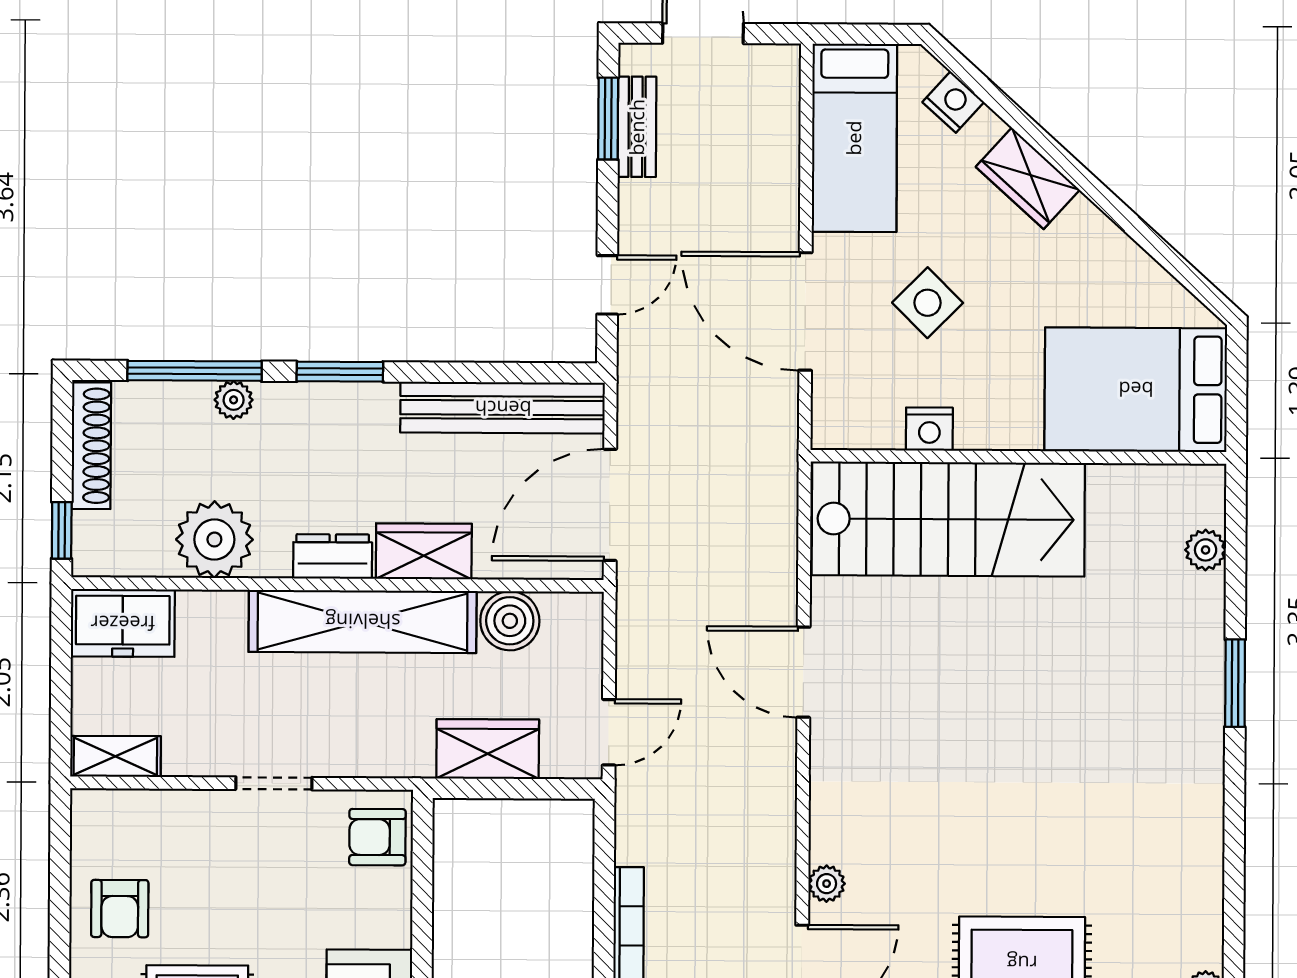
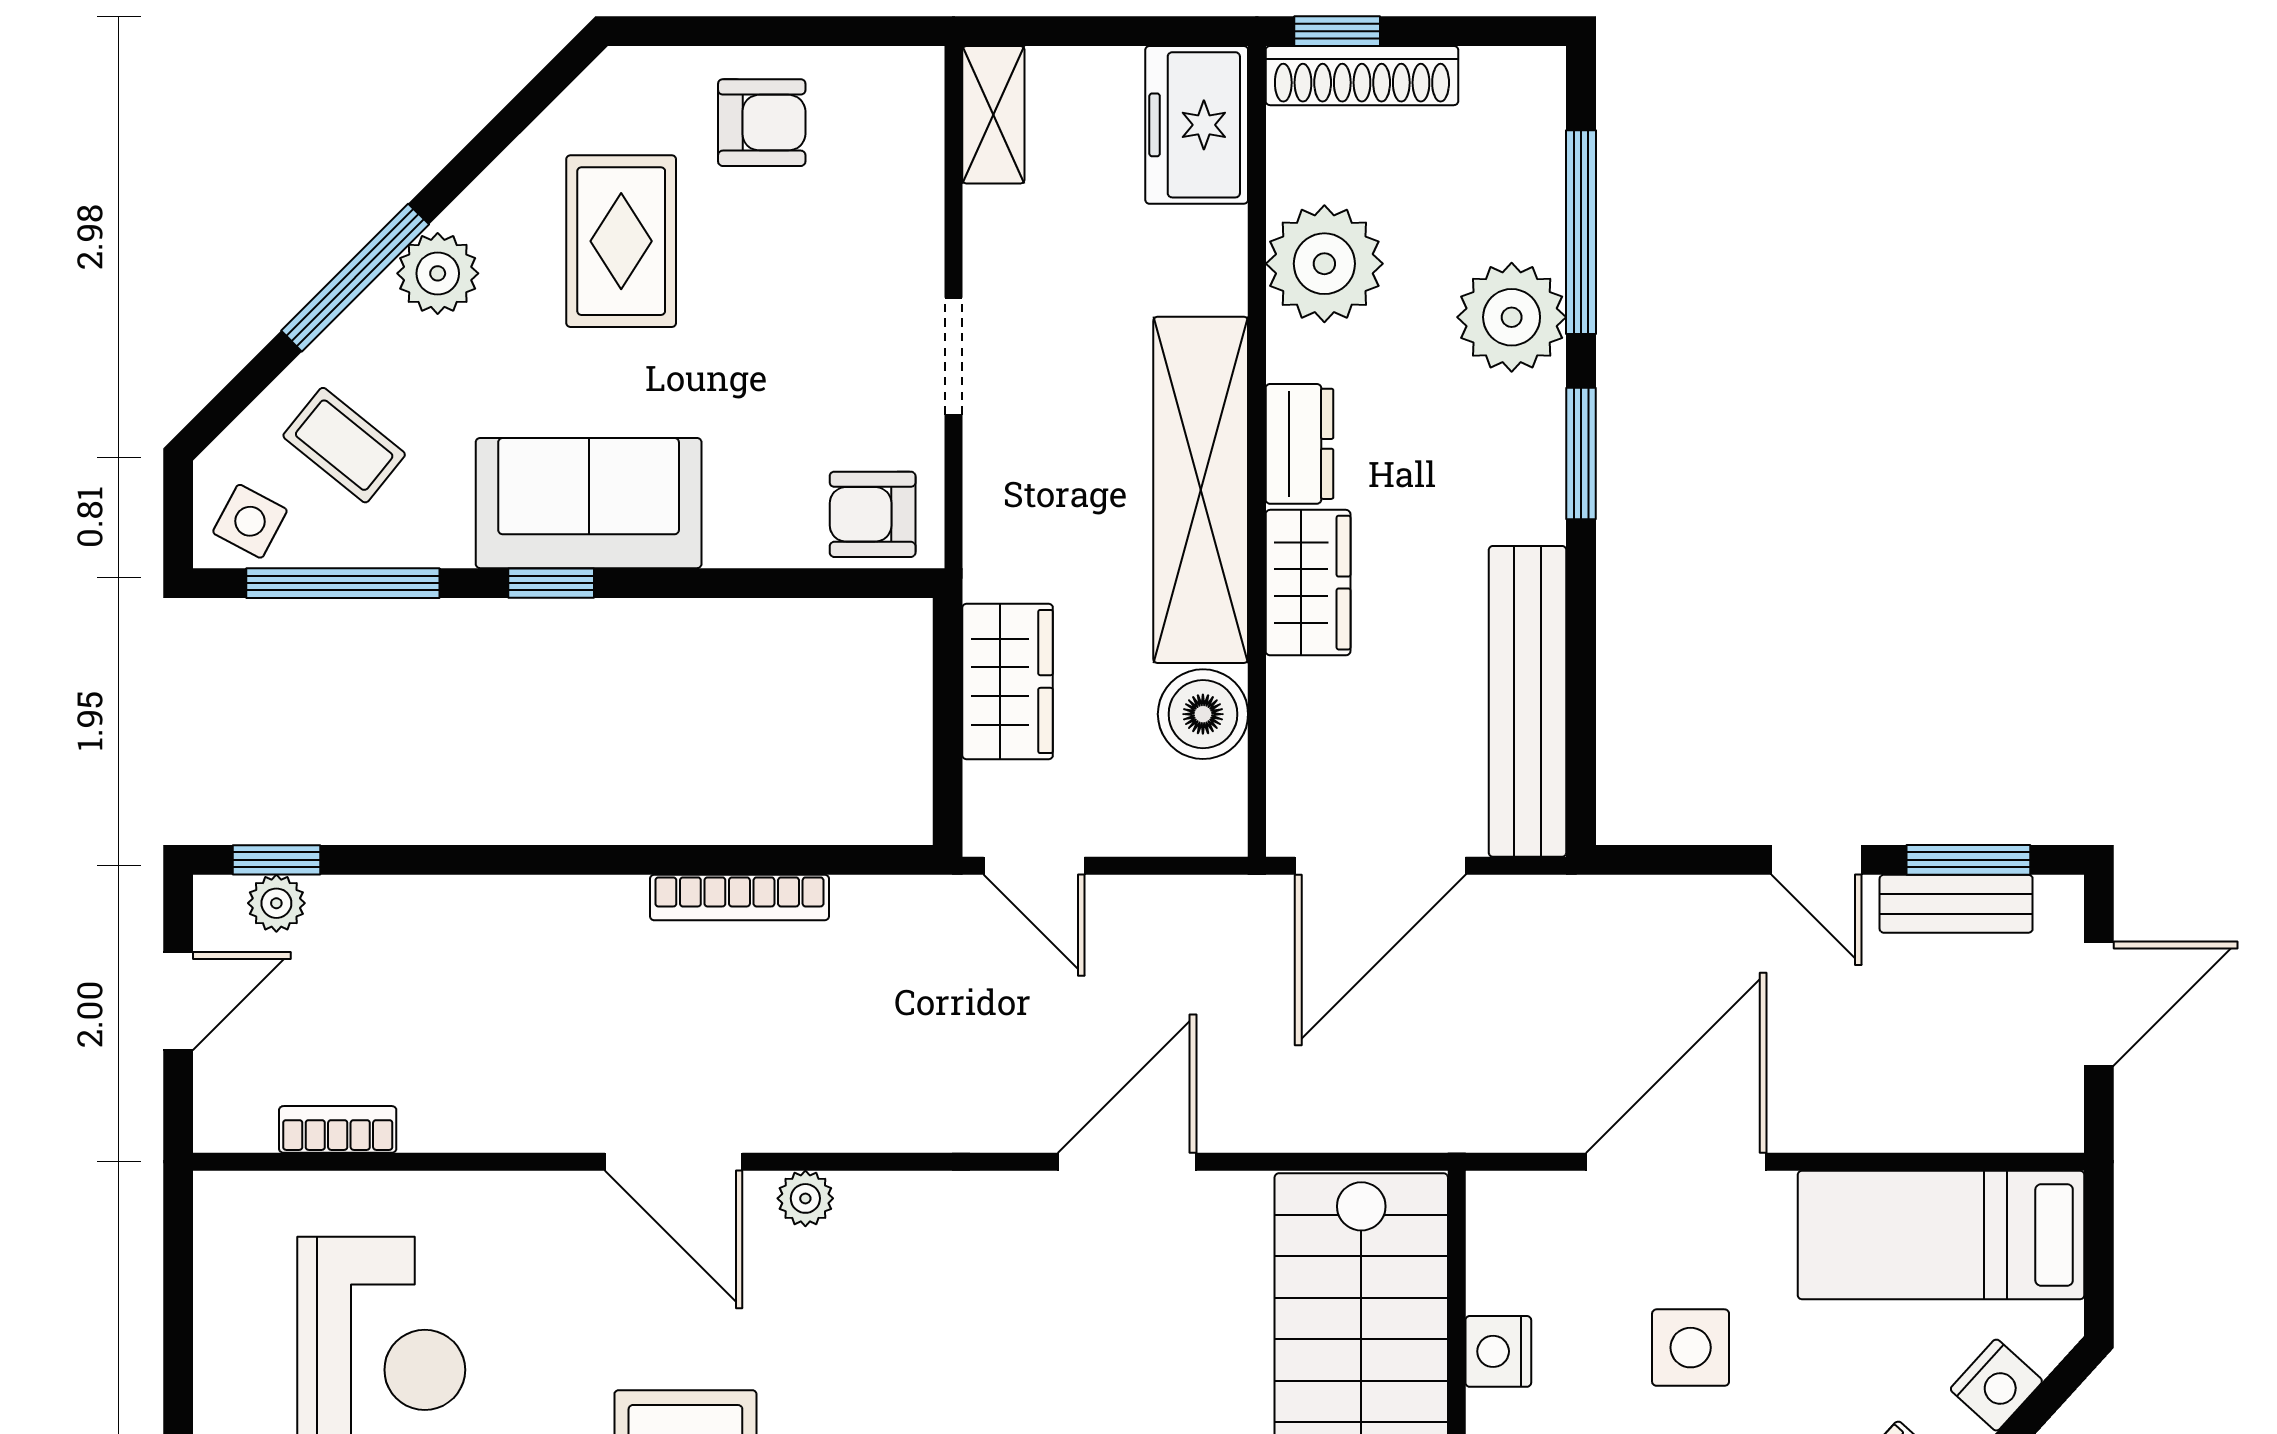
door: (607, 285) -> (1816, 860), moved
side table: (928, 303) -> (1691, 1348), turned 45
plant: (234, 400) -> (1512, 317), width x1.88, depth x1.88
shoe rack: (91, 446) -> (1362, 76), moved
door: (610, 505) -> (1380, 866), swing flipped
armchair: (377, 837) -> (873, 514), turned -90
armchair: (120, 909) -> (762, 123), turned 180

